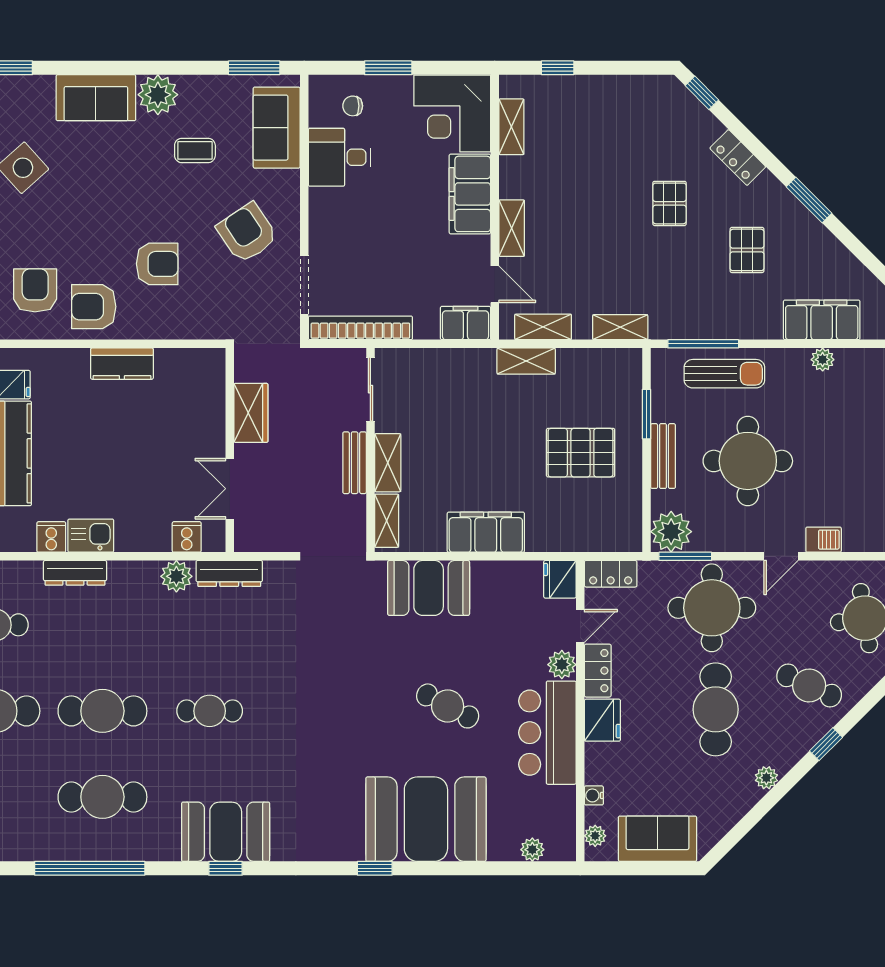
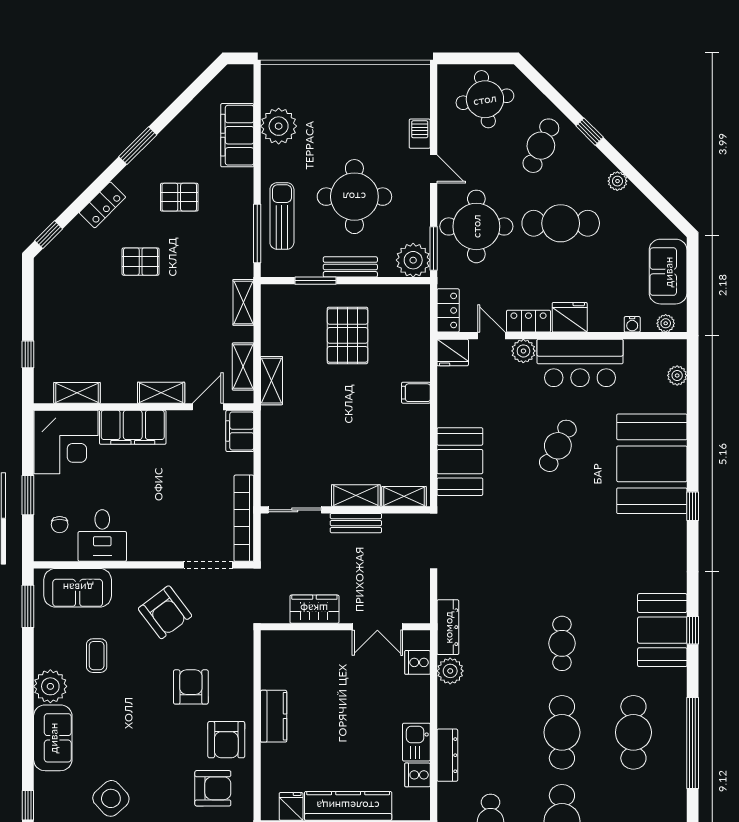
armchair: (247, 233) -> (165, 612), turned -93
armchair: (35, 290) -> (213, 788), turned 180
plant: (823, 360) -> (279, 126), width x1.88, depth x1.88
filing cabinet: (486, 532) -> (416, 393), width x0.33, depth x0.86

